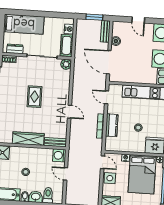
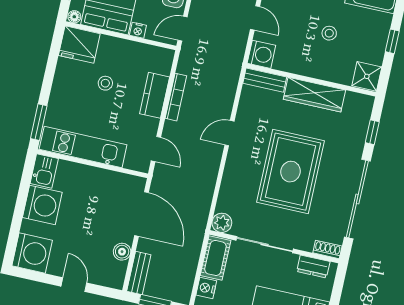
rug: (35, 97) -> (290, 172), width x1.86, depth x2.06
door: (70, 112) -> (229, 133), hinge flipped
door: (102, 162) -> (183, 29), hinge flipped

